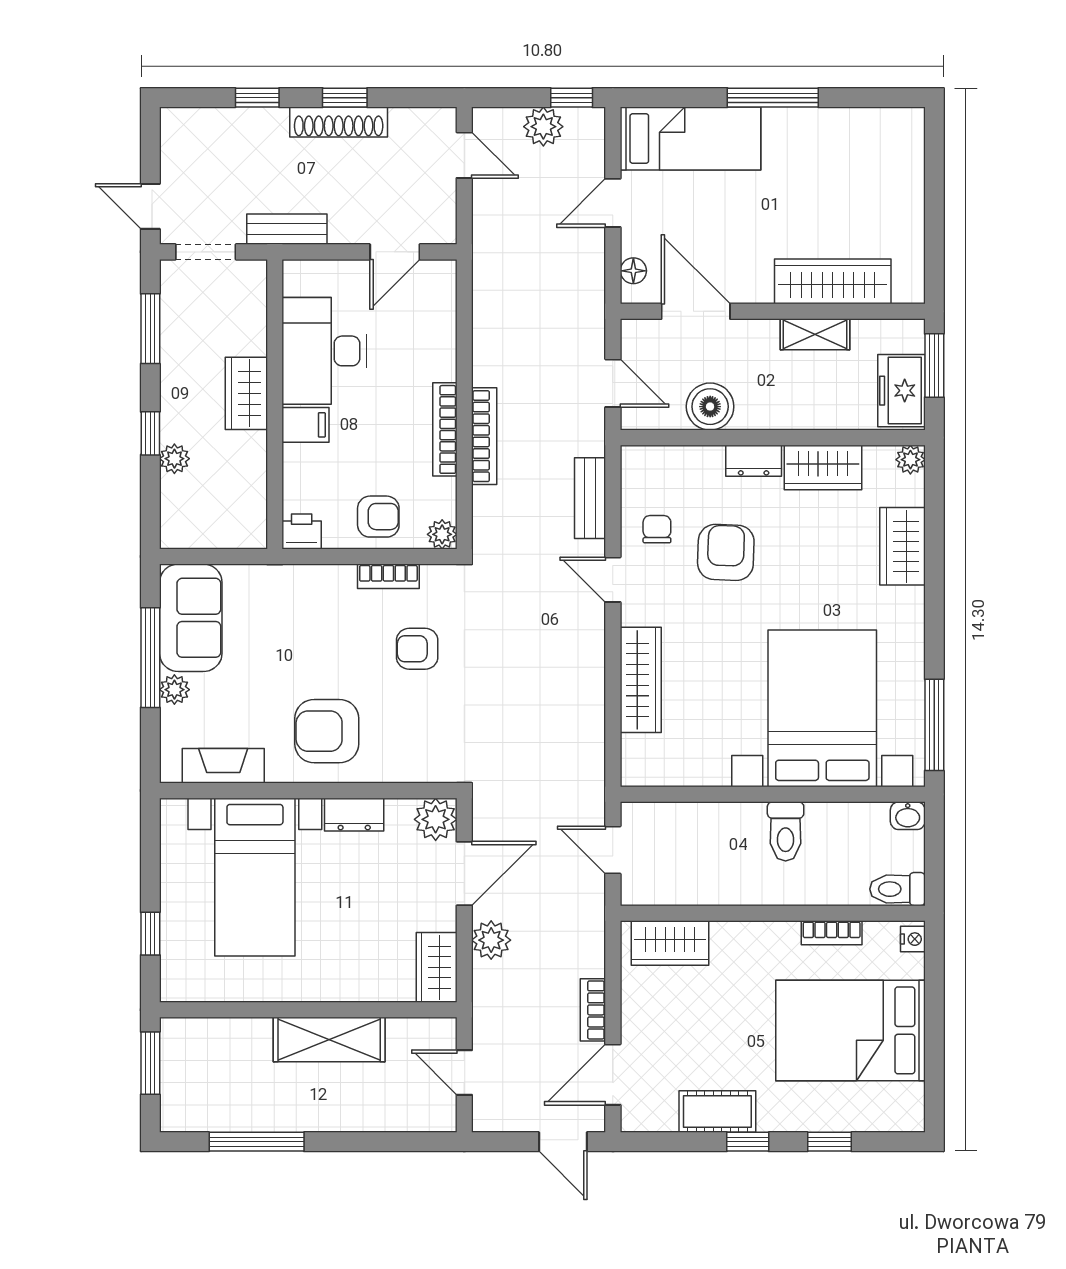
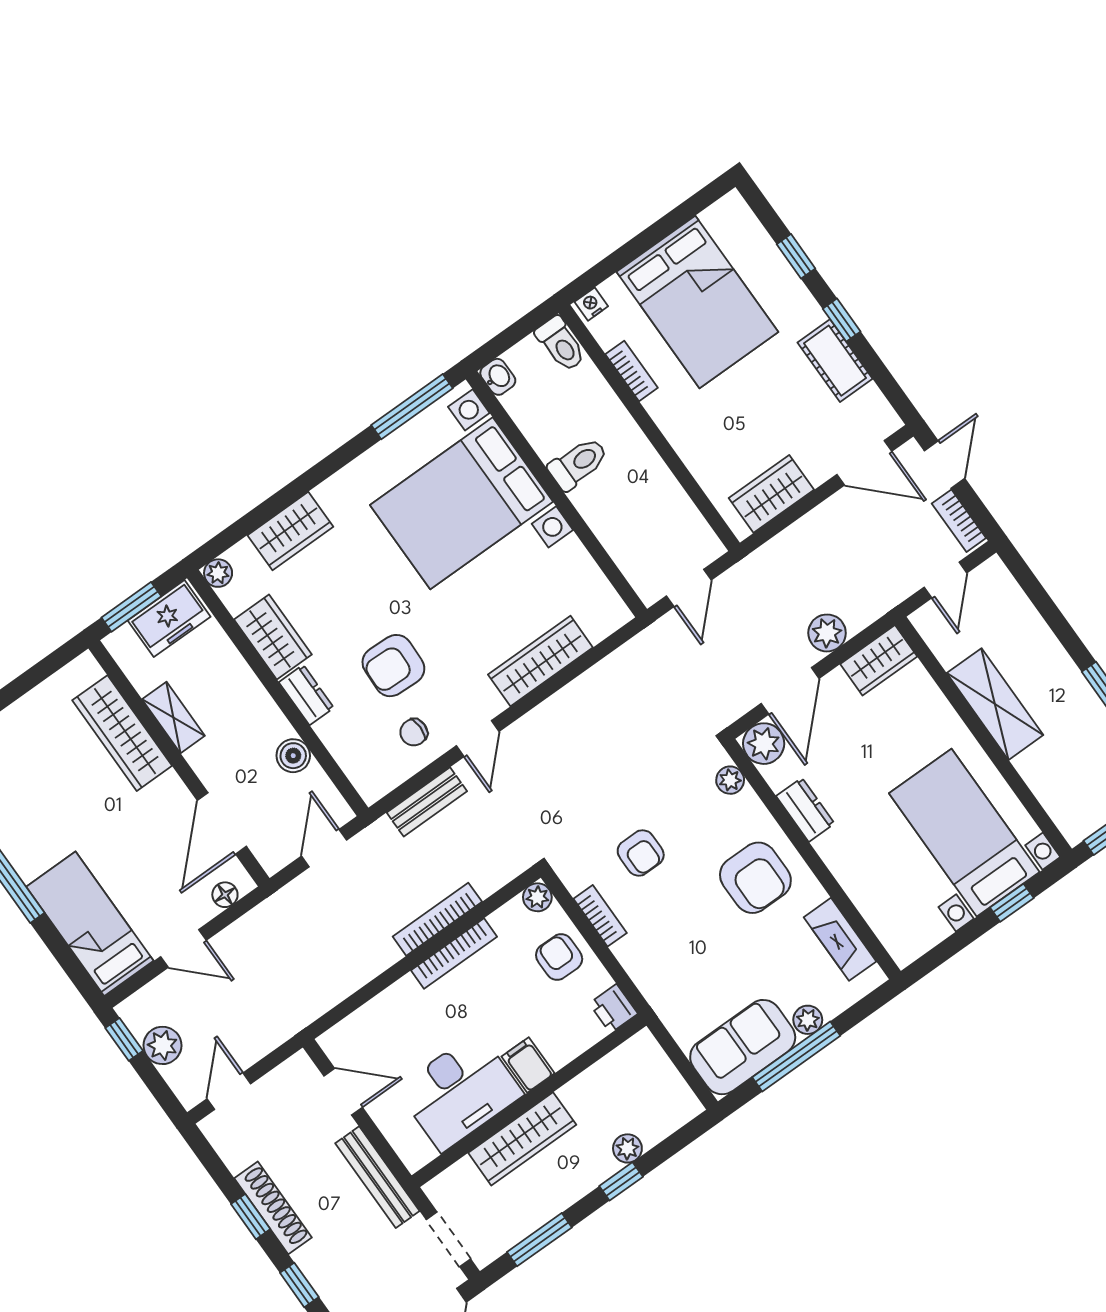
bench: (287, 229) -> (377, 1177), width x1.36
wardrobe: (246, 393) -> (522, 1139), width x1.50
boiler: (710, 407) -> (293, 756), width x0.73, depth x0.73
plant: (425, 769) -> (730, 780), added
door: (464, 874) -> (790, 691), swing flipped
bed with nightstands: (255, 877) -> (964, 833), moved, turned -90
wardrobe: (670, 943) -> (771, 494), moved, turned -90
bookcase: (593, 1010) -> (959, 521), moved, turned 90

